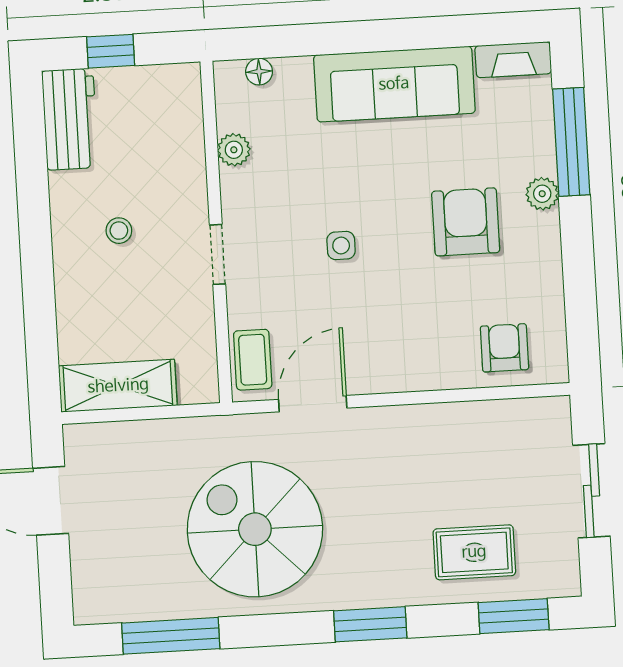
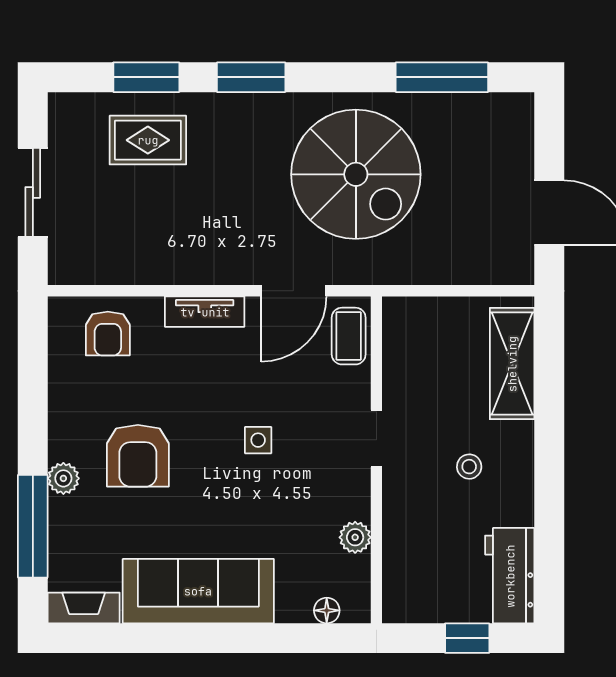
tv unit: (405, 377) -> (205, 312), added
shelving: (118, 386) -> (512, 364), moved, turned 90
window: (514, 616) -> (146, 77), moved

